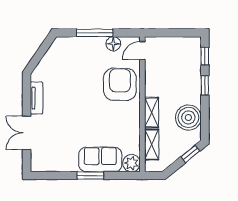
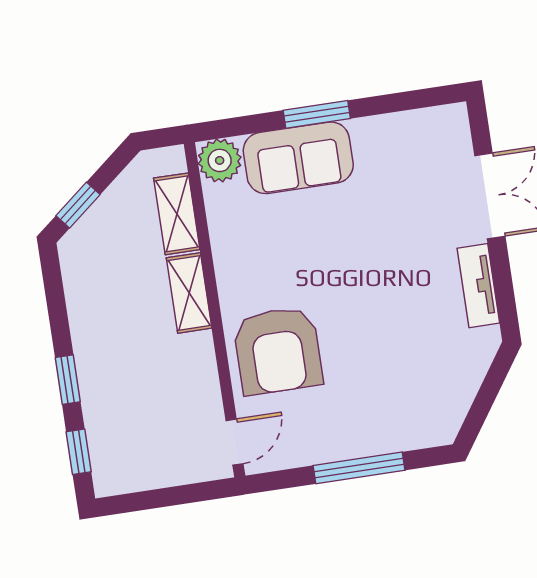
floor lamp: (113, 44) -> (309, 448), removed
boiler: (188, 118) -> (96, 294), removed

